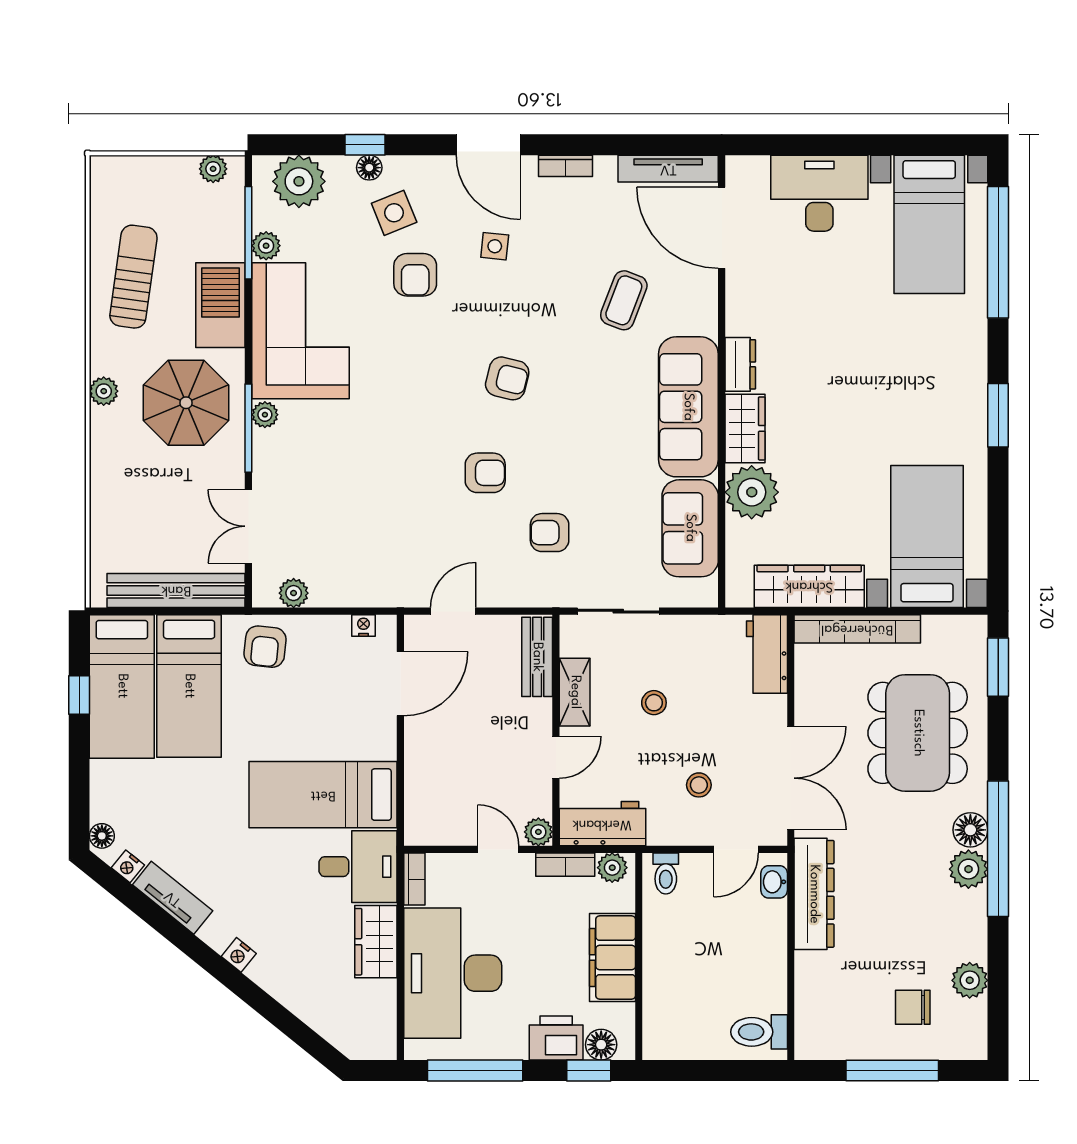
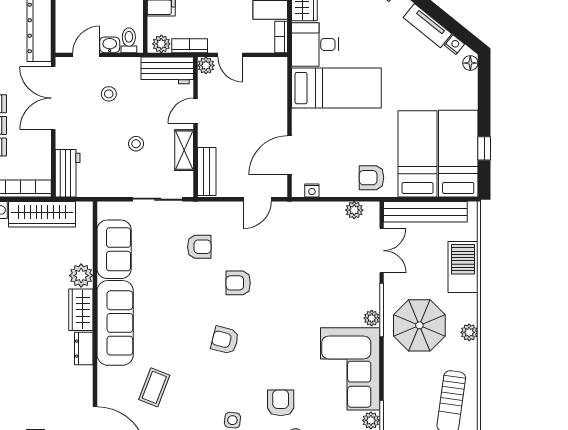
barbecue: (220, 305) -> (463, 267), moved, turned 180
plant: (752, 492) -> (81, 276), width x0.73, depth x0.73
armchair: (265, 647) -> (372, 178), turned -96
washbasin: (774, 882) -> (110, 45), moved, turned -90

